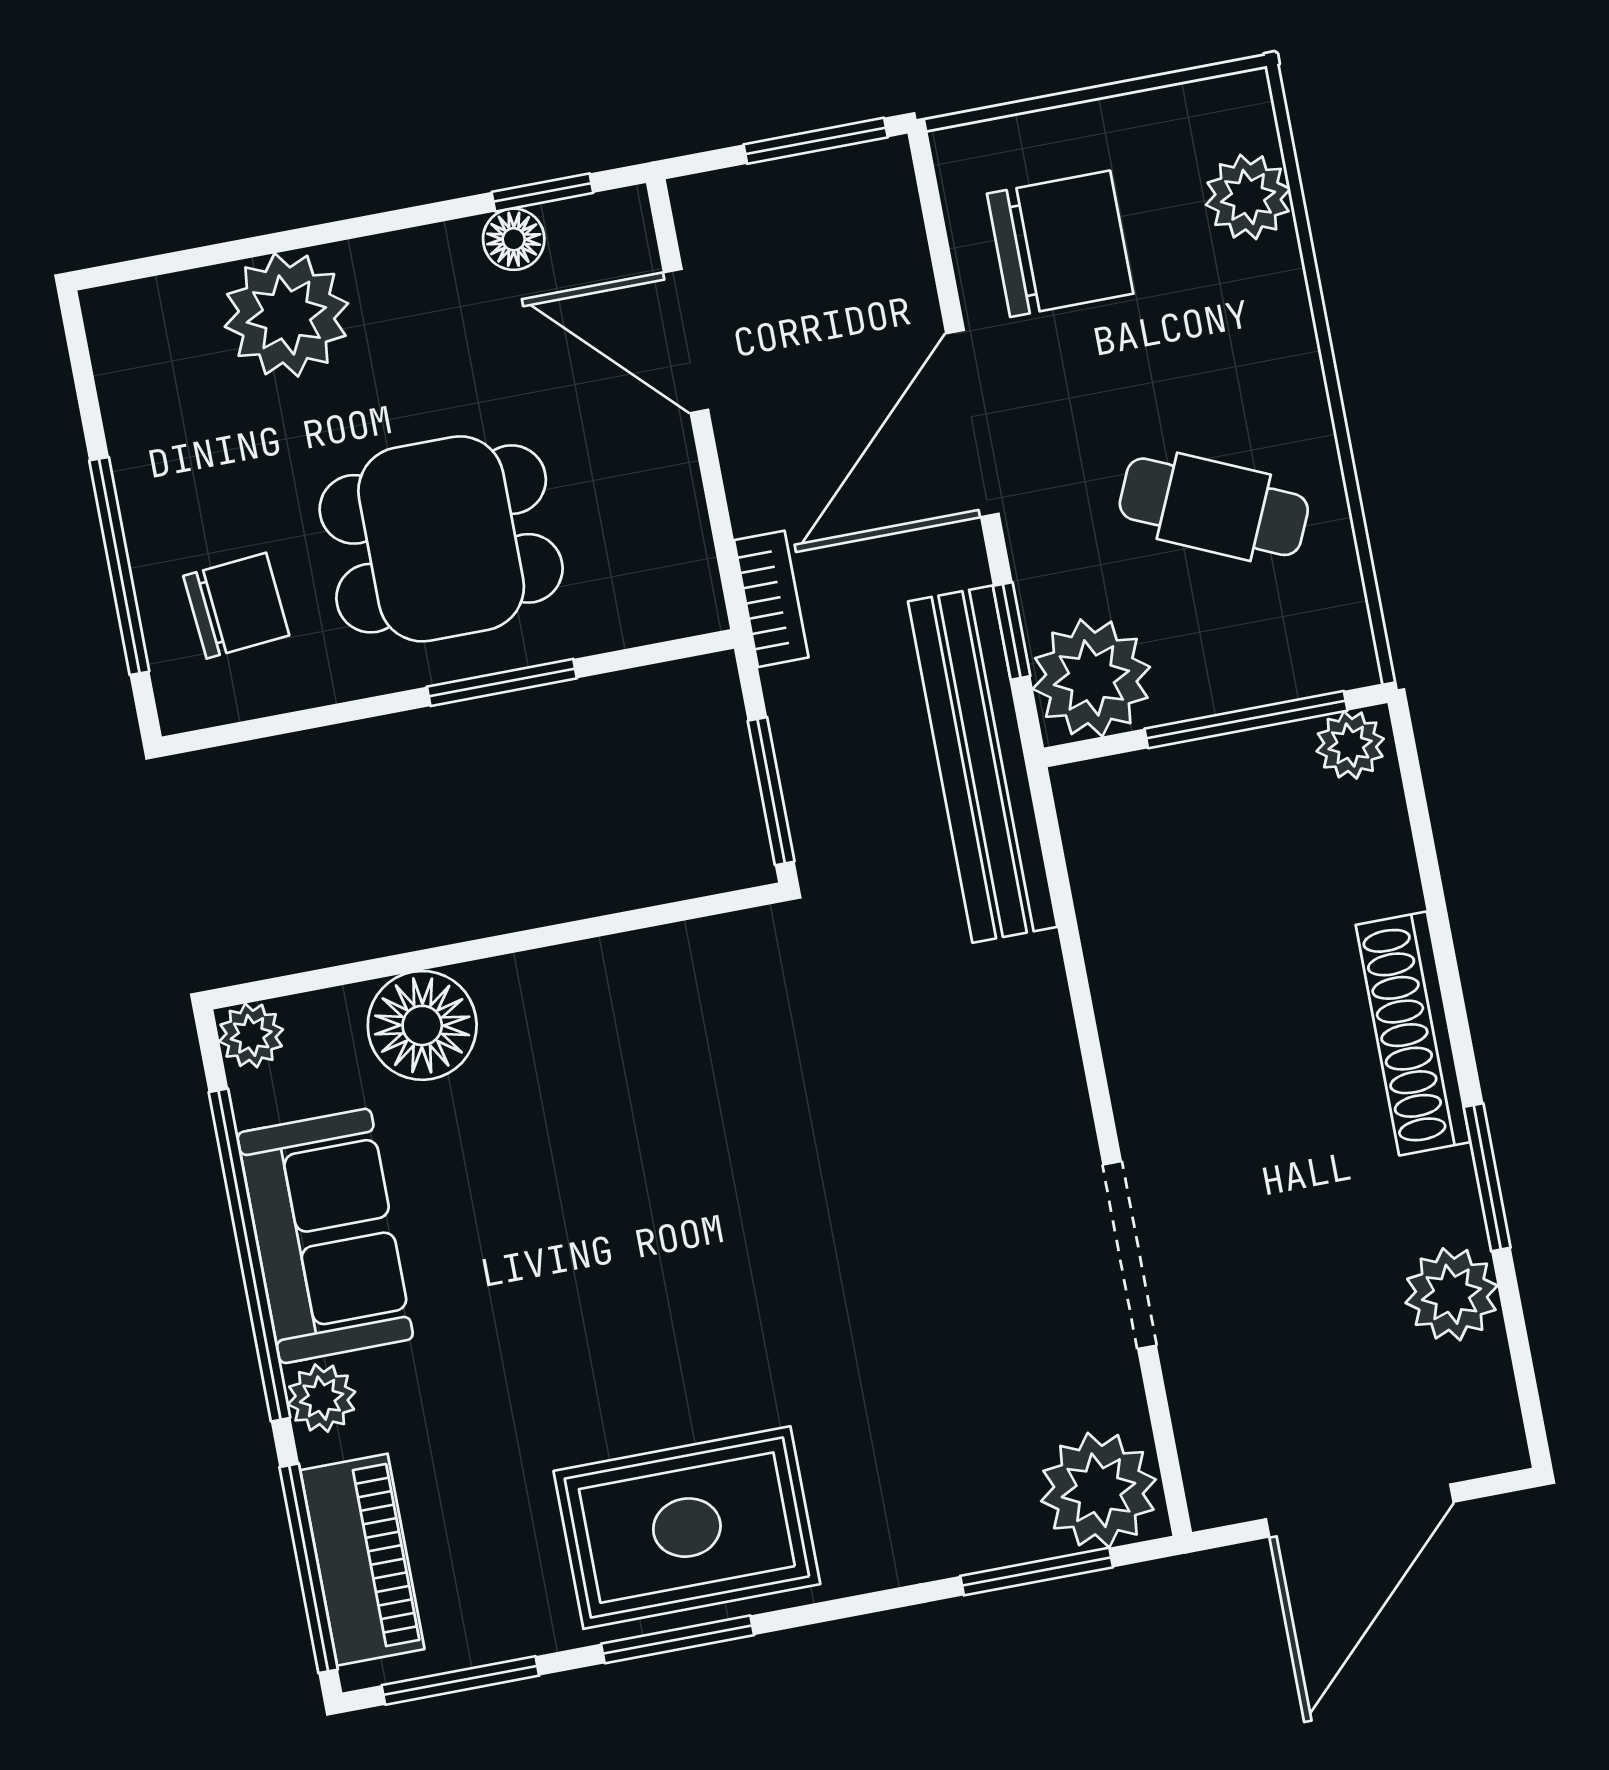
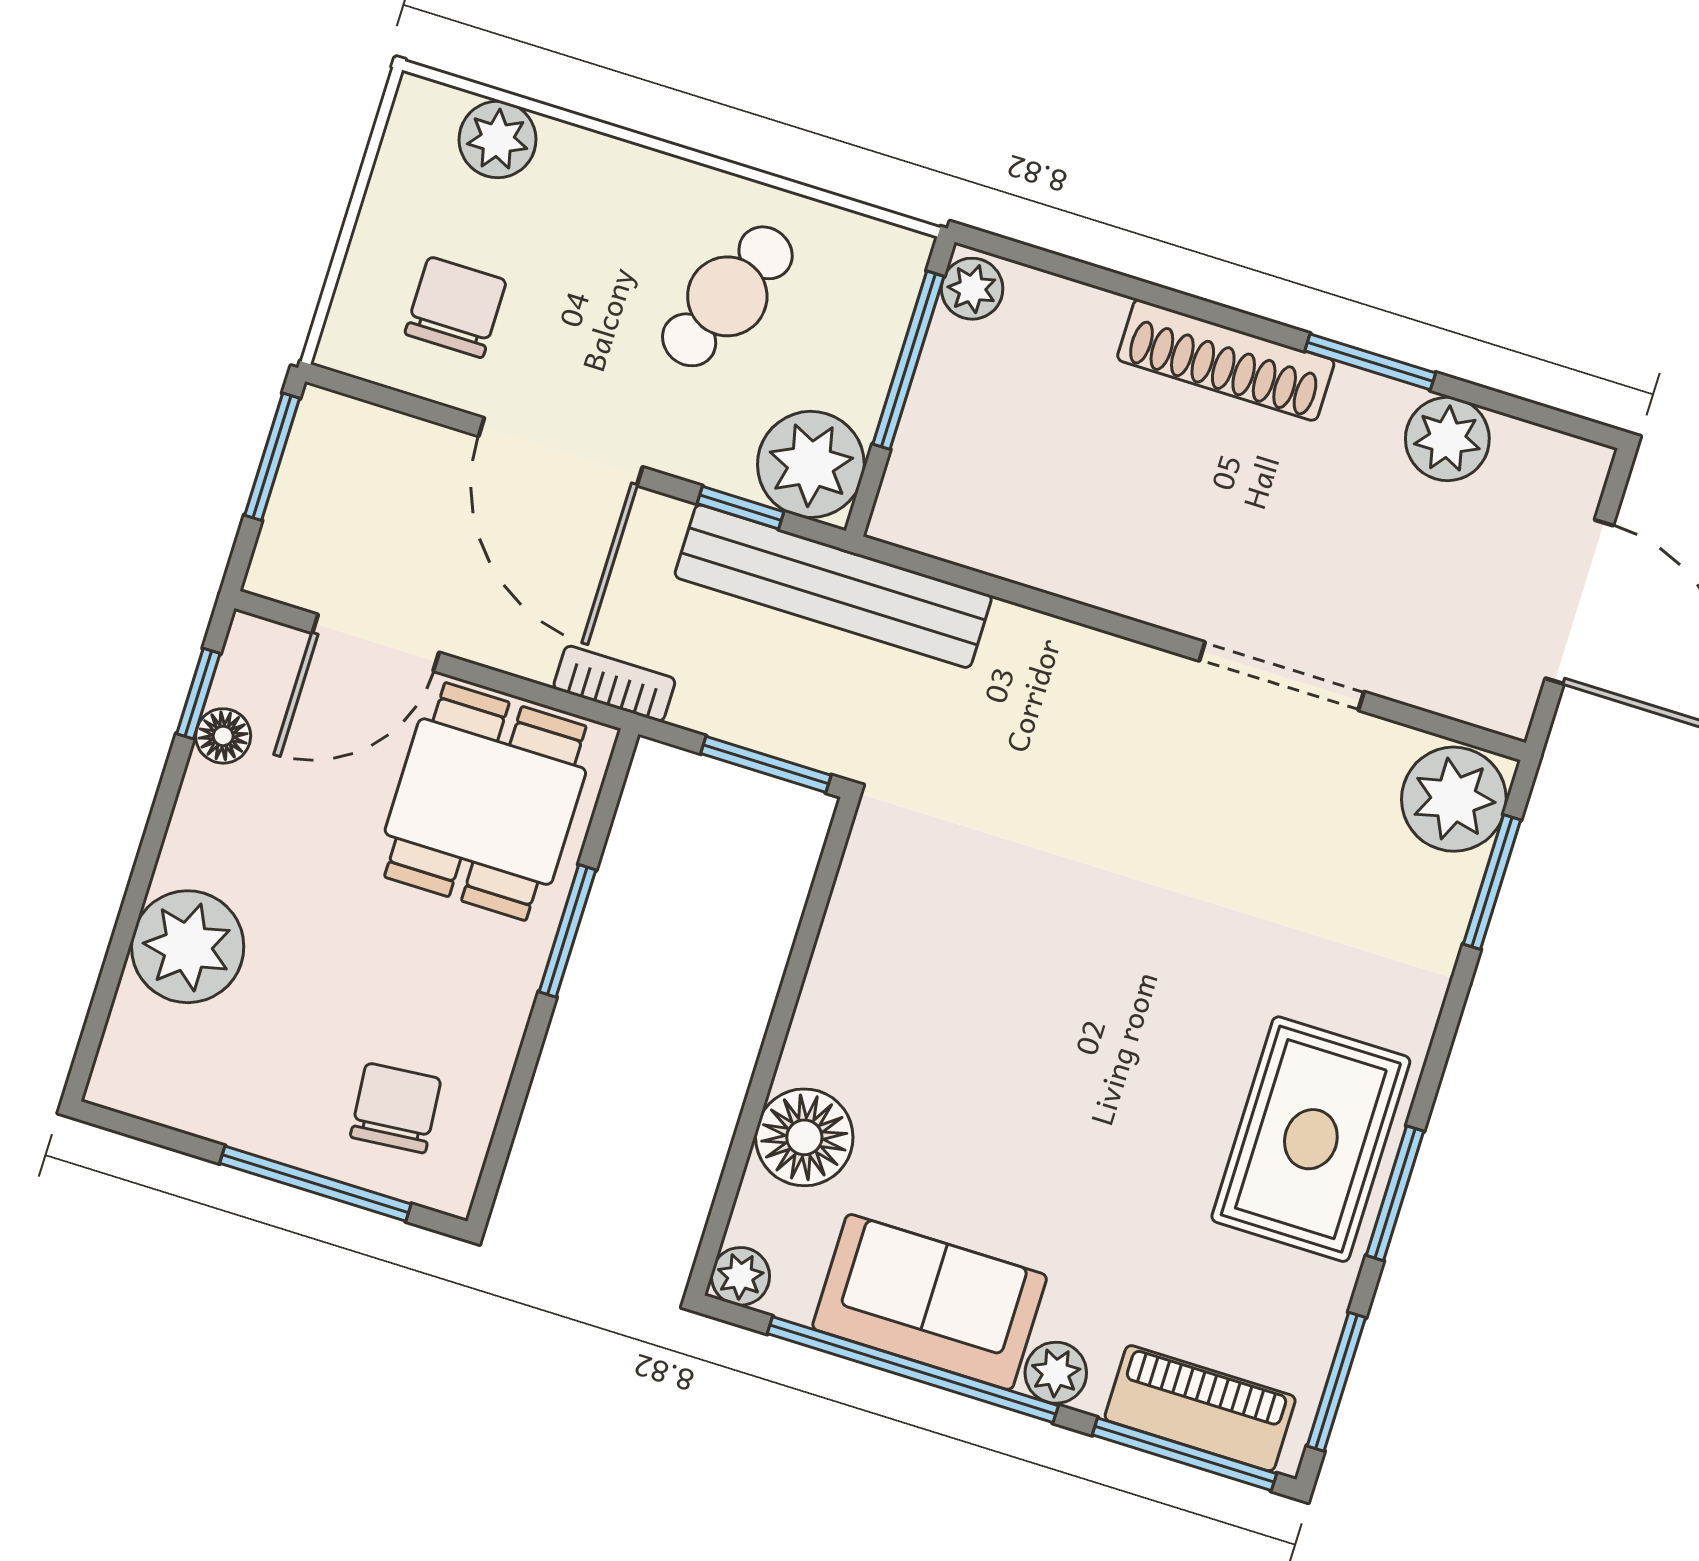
chair: (1060, 244) -> (456, 307), width x0.73, depth x0.73
dining table: (441, 539) -> (485, 802), moved

